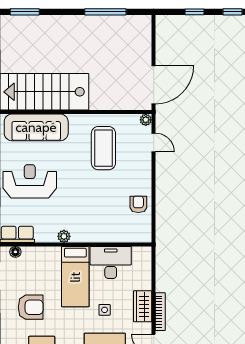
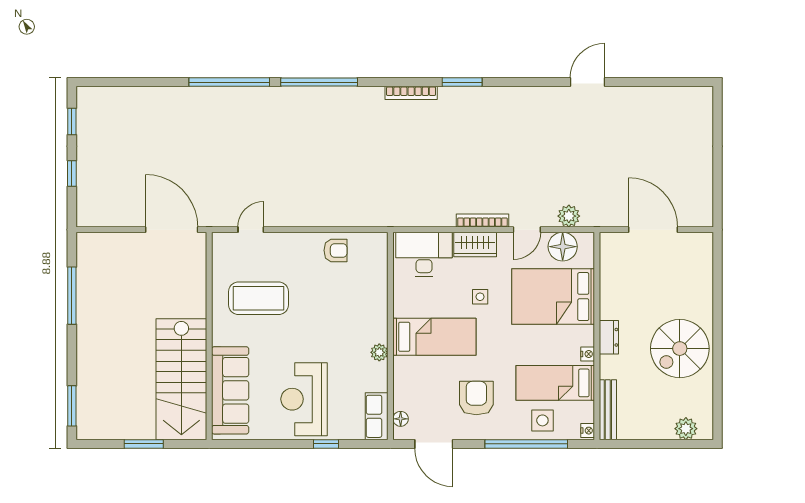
plant: (146, 120) -> (220, 240), removed
armchair: (138, 204) -> (335, 250), turned 180
desk: (111, 262) -> (424, 254), moved, turned 90

